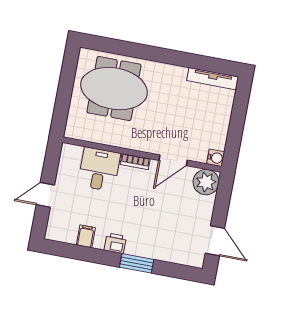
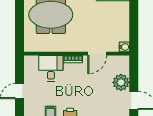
plant: (206, 182) -> (121, 82), moved

